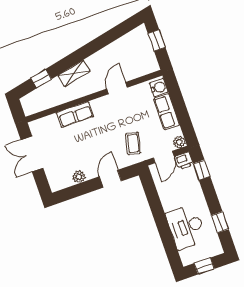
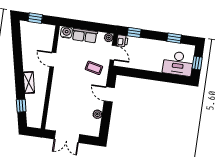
row of seats: (75, 115) -> (56, 96), removed
desk: (186, 227) -> (178, 63), moved

